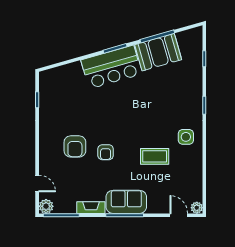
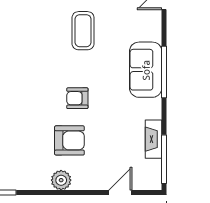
armchair: (106, 152) -> (77, 98), turned 180
plant: (46, 206) -> (61, 180), moved
fireplace: (91, 208) -> (154, 139), moved

